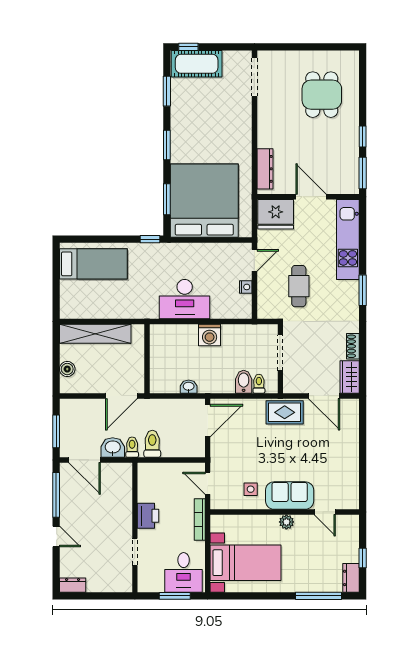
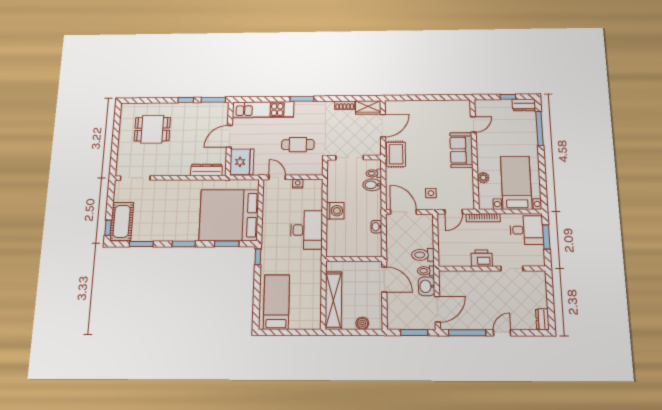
side table: (251, 489) -> (431, 193), moved
plant: (286, 522) -> (483, 178), moved

